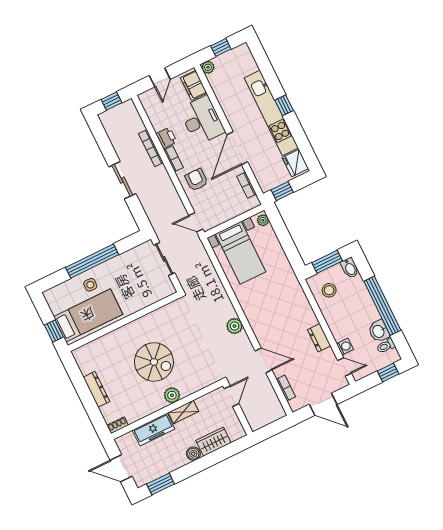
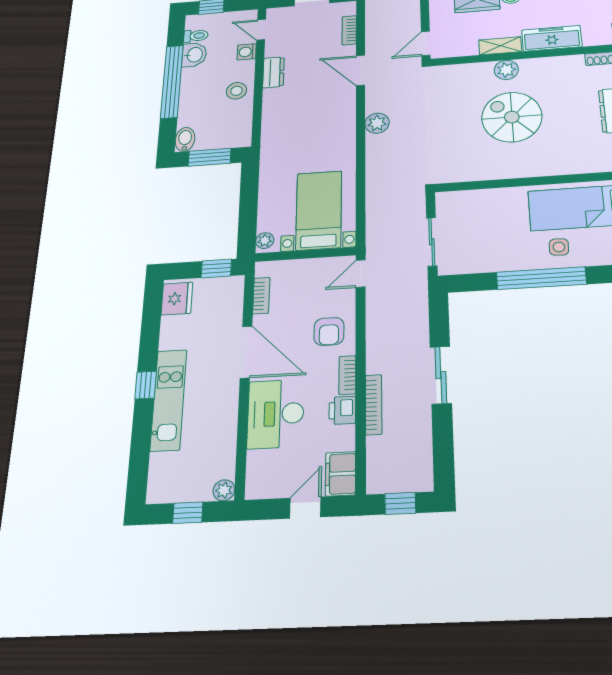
filing cabinet: (194, 85) -> (340, 474), moved, turned 180
kitchen unit: (271, 113) -> (169, 400), width x0.73
door: (237, 148) -> (246, 352), hinge flipped
door: (196, 222) -> (361, 274), swing flipped
stool: (329, 290) -> (236, 91), moved

